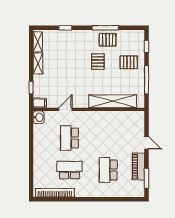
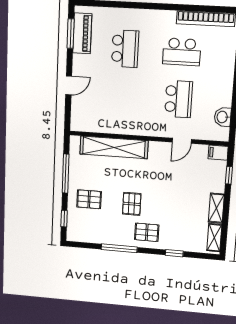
pallet: (108, 40) -> (147, 232), moved
washbasin: (39, 117) -> (223, 117), moved
door: (146, 143) -> (69, 85), swing flipped
piano: (138, 167) -> (82, 33), moved

